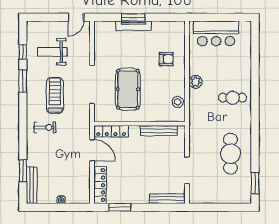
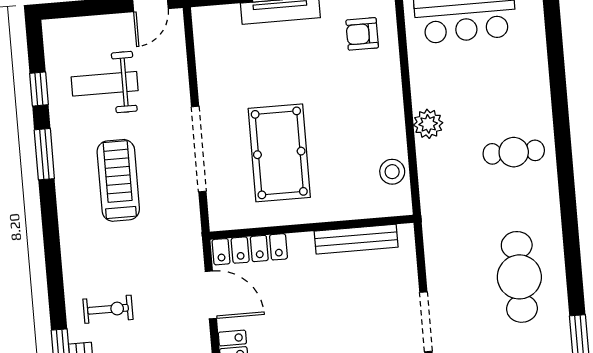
armchair: (166, 59) -> (362, 34), moved, turned 180
exercise bike: (45, 127) -> (108, 309), moved

